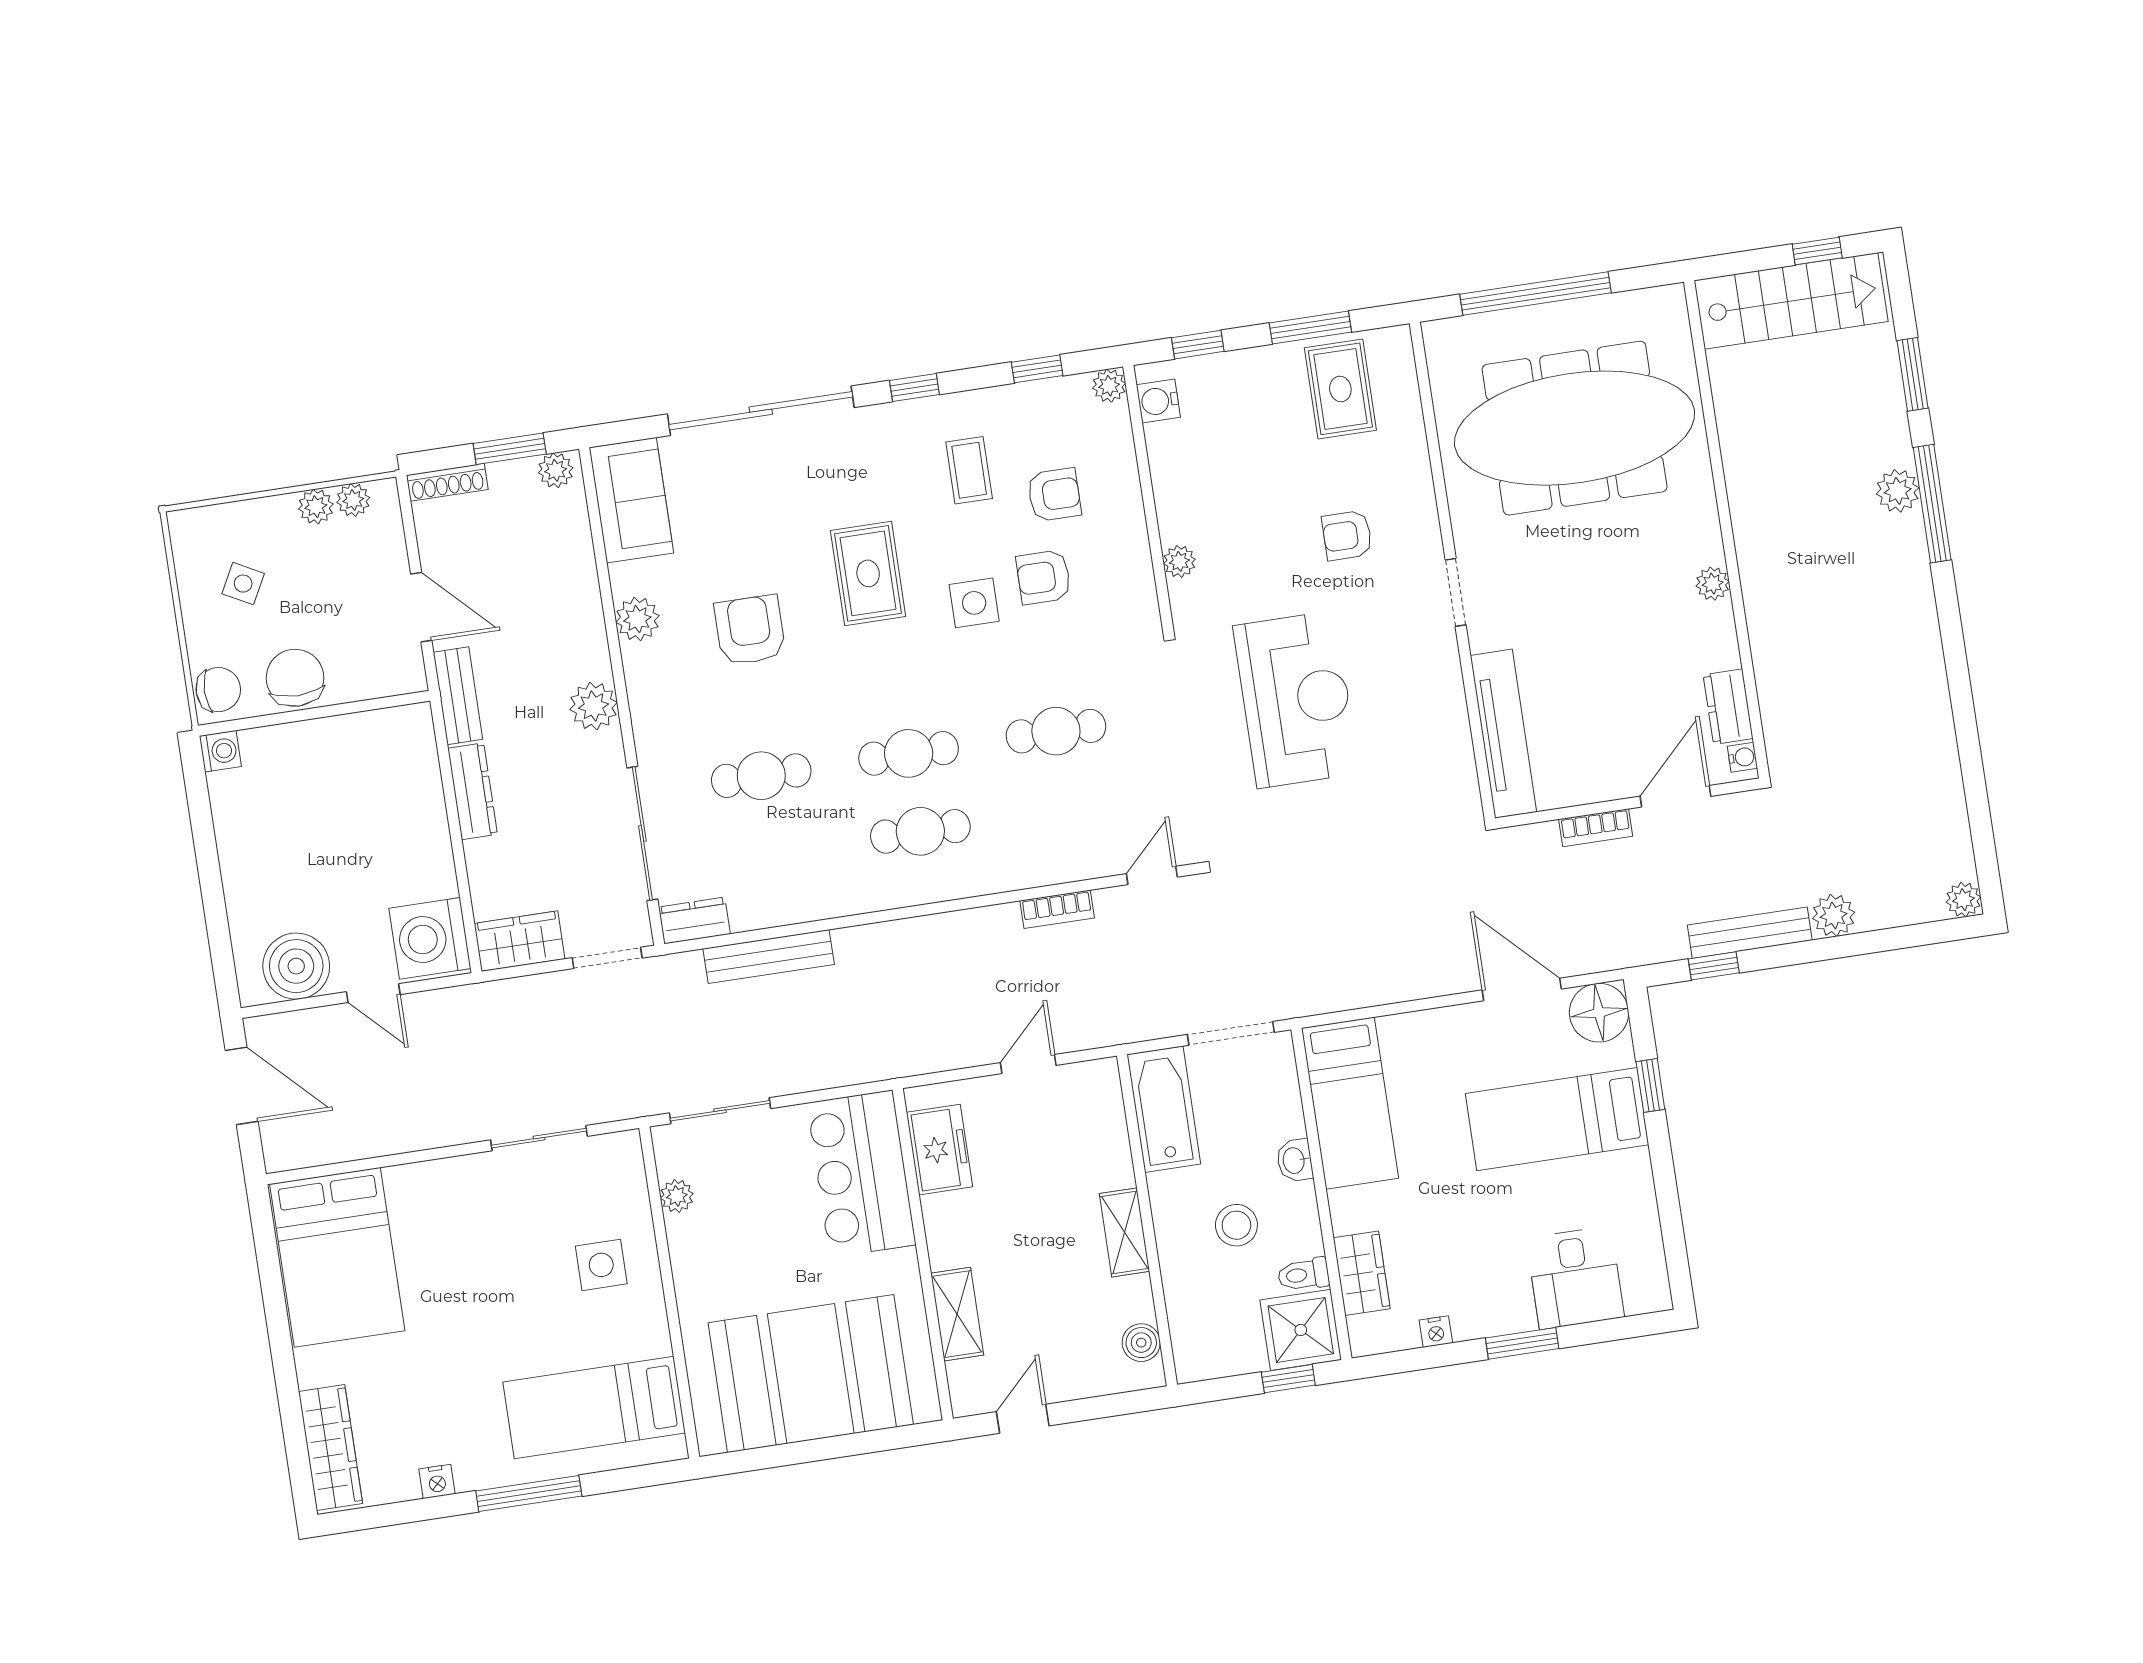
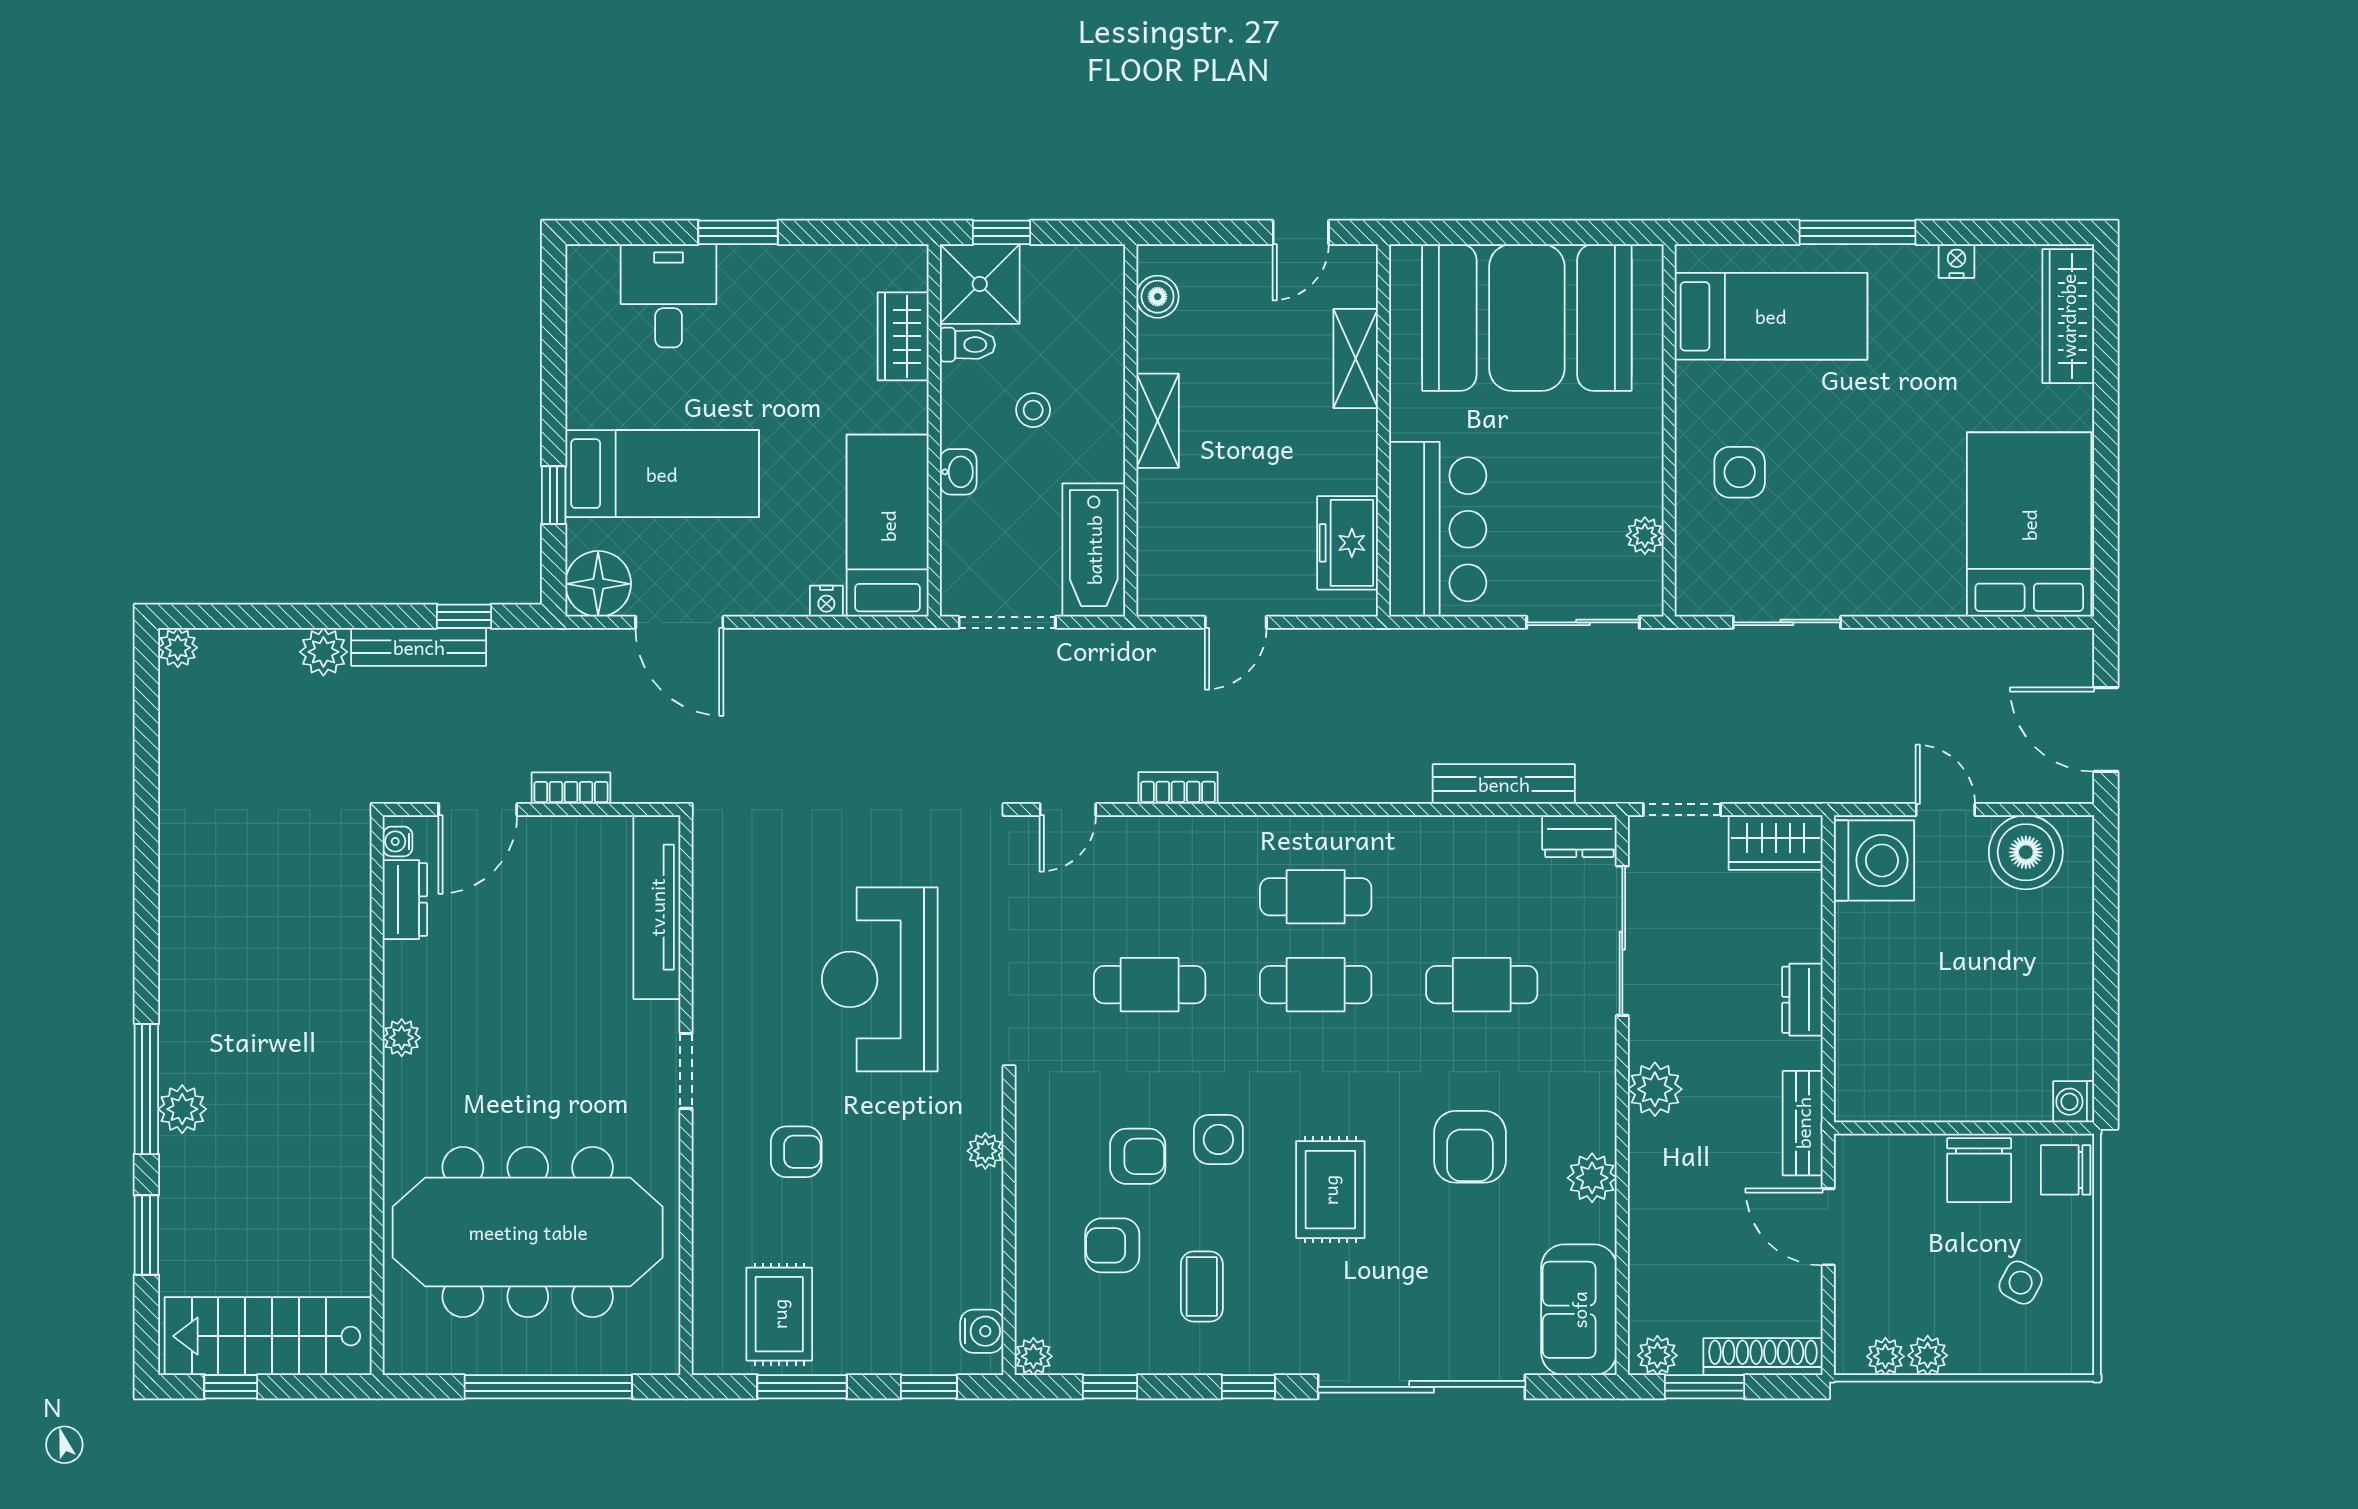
shoe rack: (447, 482) -> (1763, 1357), width x1.36, depth x1.24
dresser: (473, 791) -> (1802, 1000), width x0.70
stool: (1236, 1225) -> (1033, 410), width x0.73, depth x0.73
nightstand: (1436, 1332) -> (826, 601), moved, turned 180

